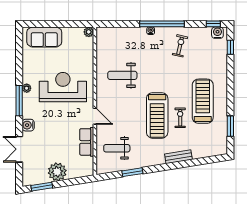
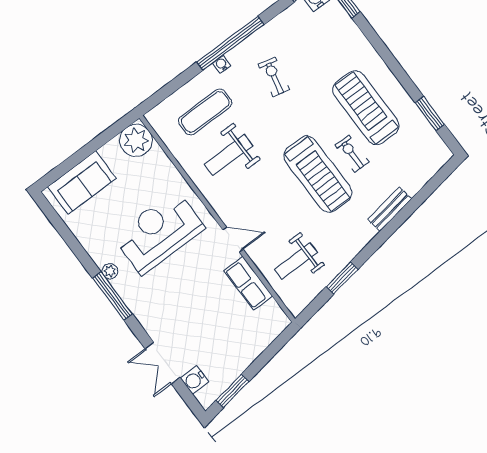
plant: (89, 32) -> (136, 140), width x1.87, depth x1.87
exercise bike: (180, 46) -> (274, 77), moved
exercise mat: (126, 47) -> (205, 112), added
water cooler: (28, 125) -> (194, 380), moved
plant: (57, 172) -> (238, 355), removed

